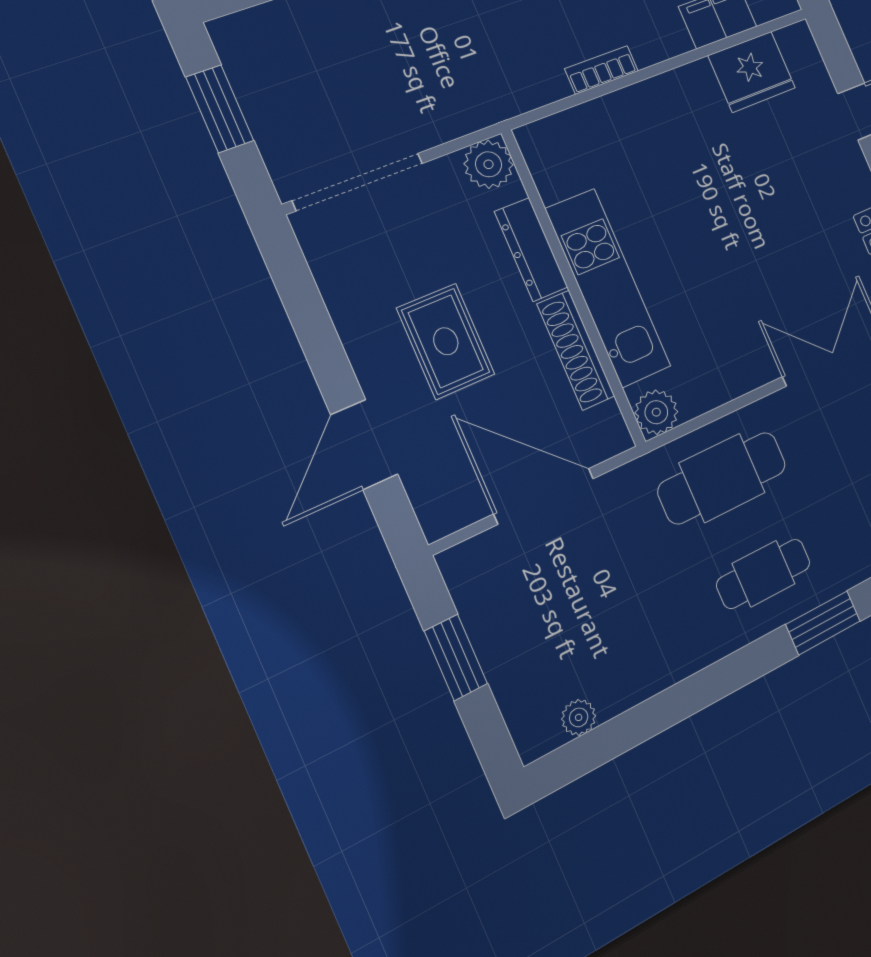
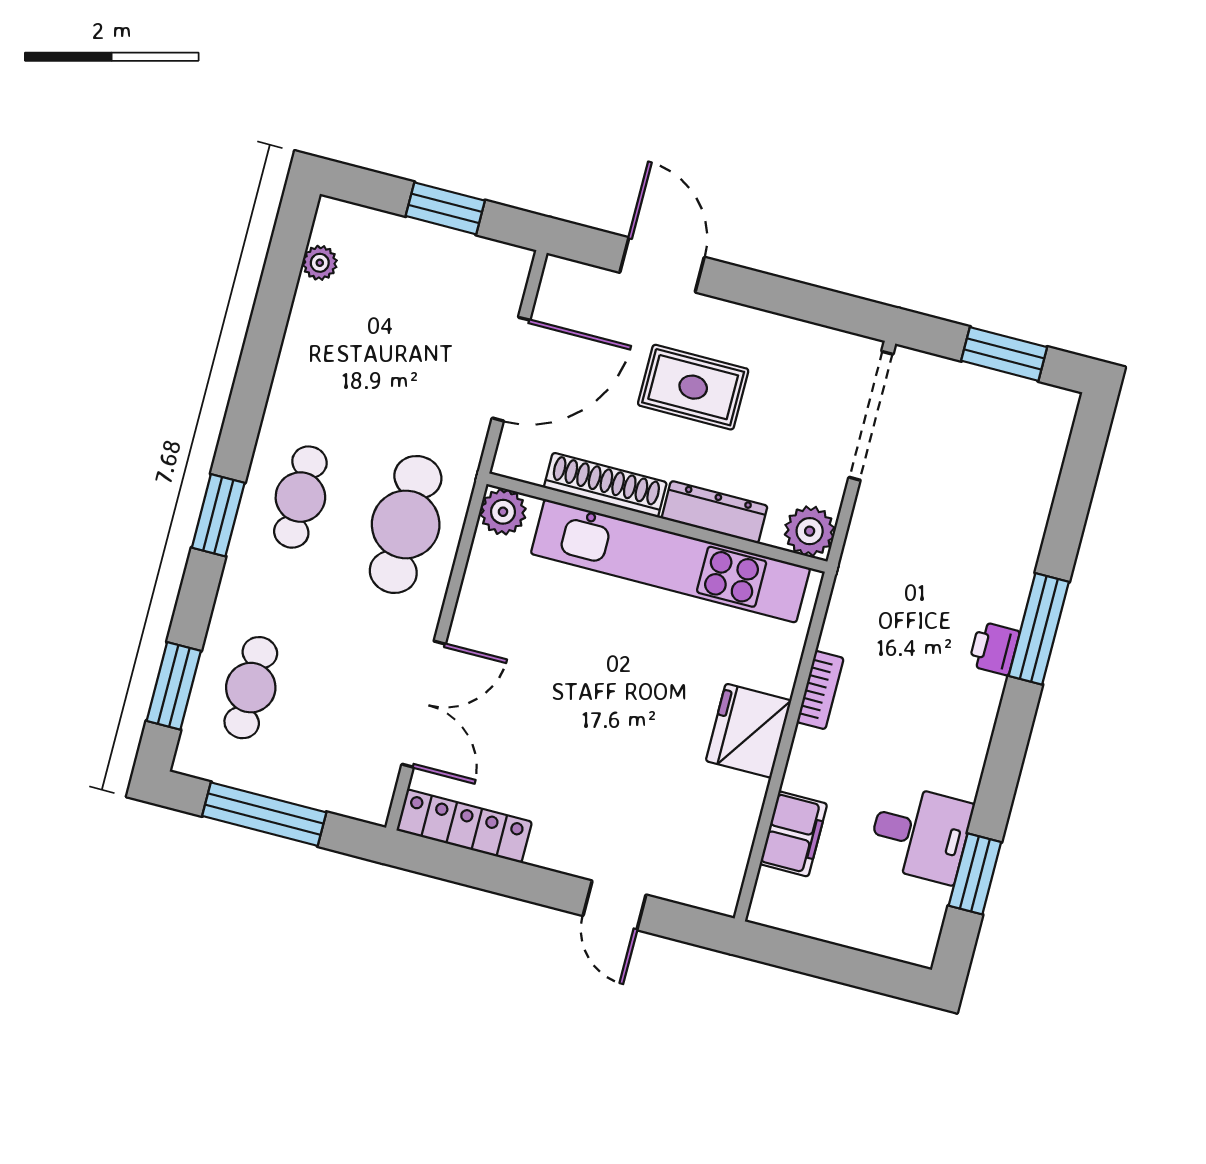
fridge: (752, 72) -> (748, 731), moved
kitchen unit: (608, 288) -> (670, 561), width x1.36

